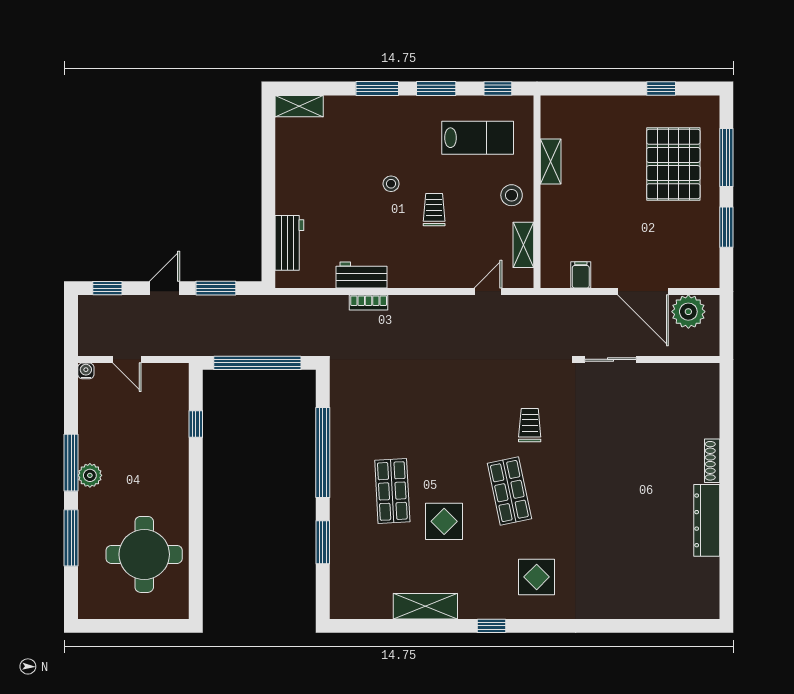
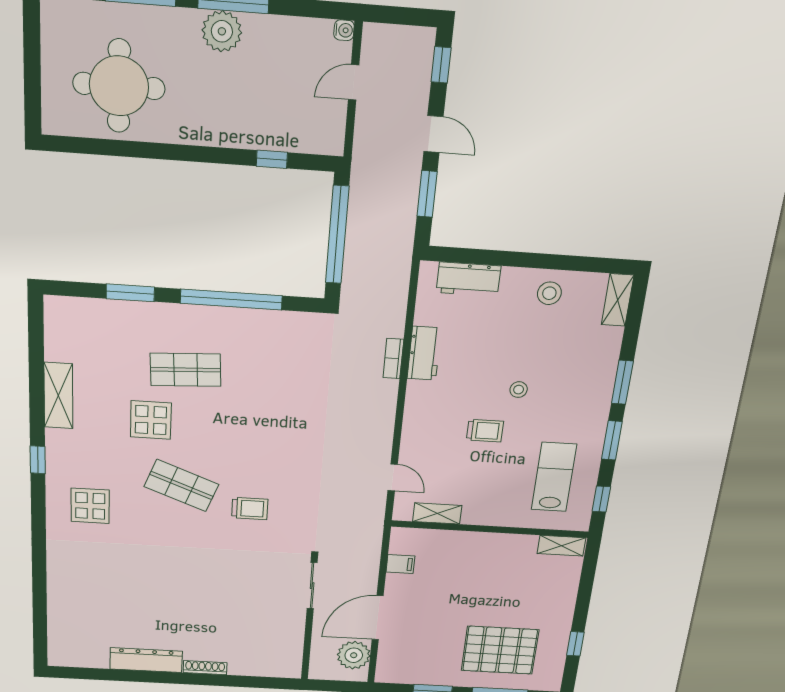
lab bench: (478, 138) -> (554, 477), turned 180
shelving: (551, 162) -> (561, 546), moved
stool: (512, 195) -> (549, 293), moved
plant: (90, 475) -> (222, 31), width x1.36, depth x1.36
shop shelf: (509, 491) -> (181, 485), turned 33

